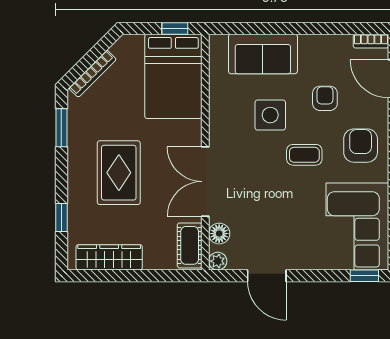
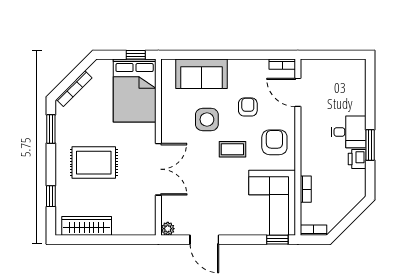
rug: (119, 173) -> (94, 163), turned 90
double door: (205, 182) -> (158, 169), swing flipped
floor lamp: (219, 234) -> (169, 208), removed
cot: (190, 245) -> (147, 217), removed

